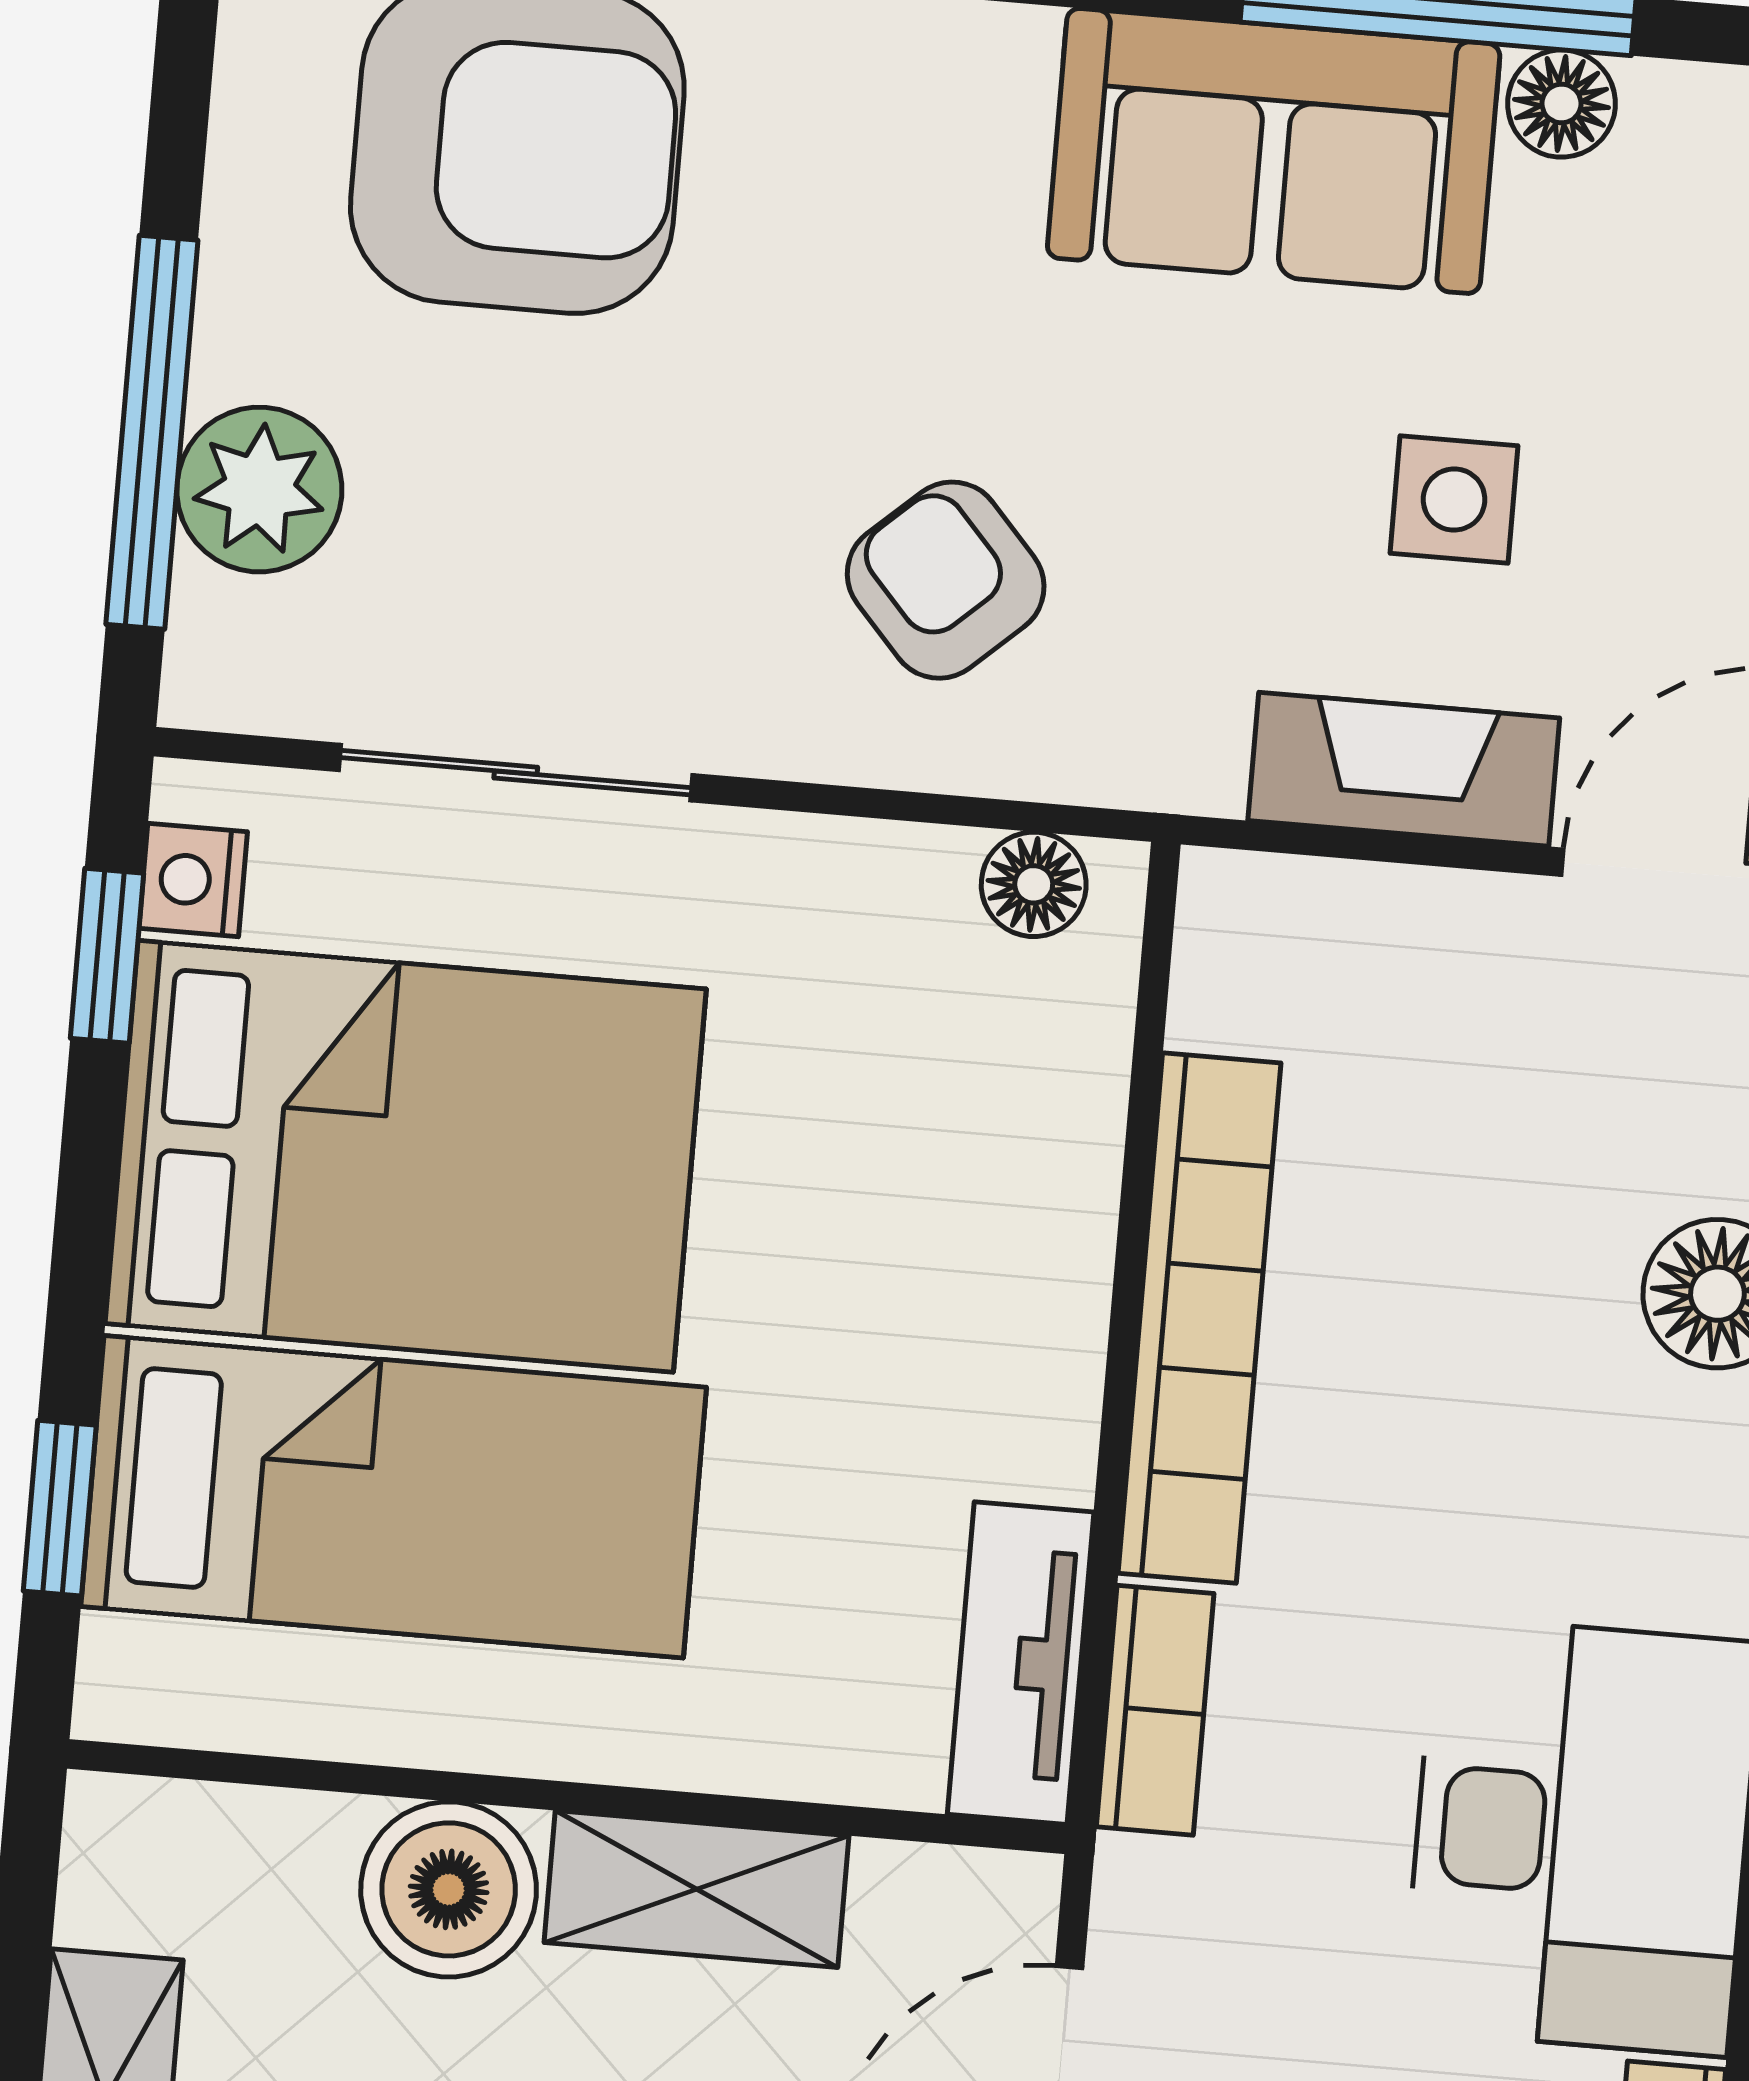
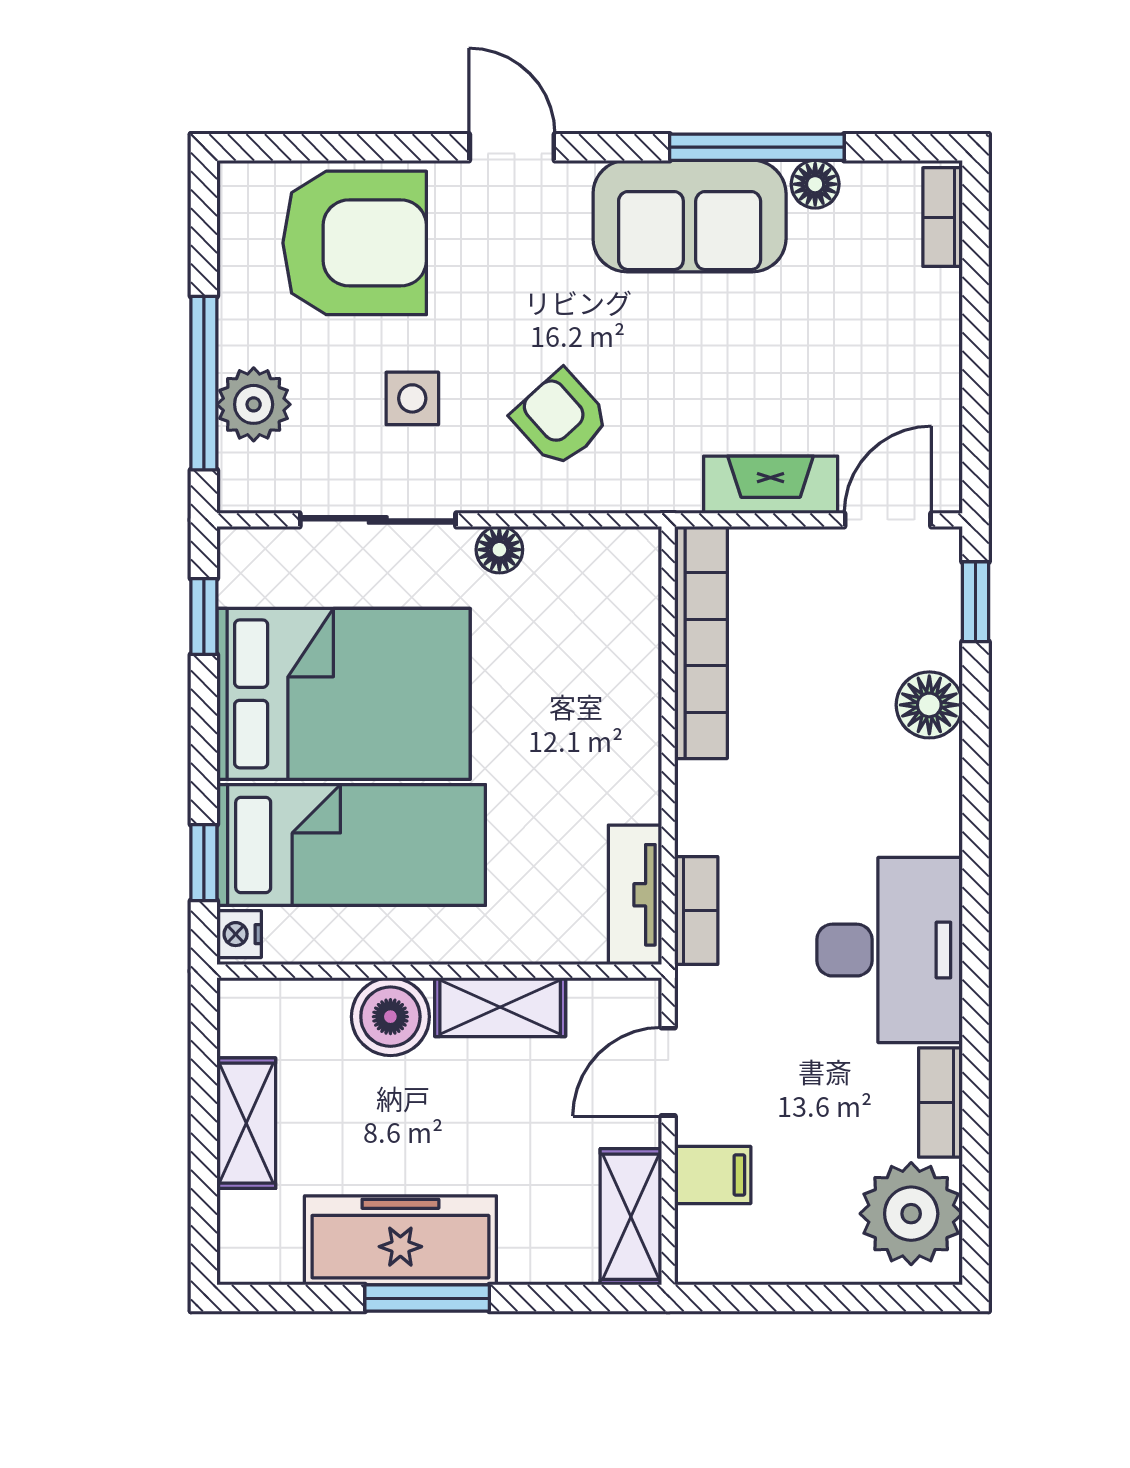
side table: (1454, 500) -> (412, 398), moved
nightstand: (193, 880) -> (239, 934), moved
floor lamp: (1034, 884) -> (499, 550), moved
bookcase: (1199, 1318) -> (701, 642), moved

